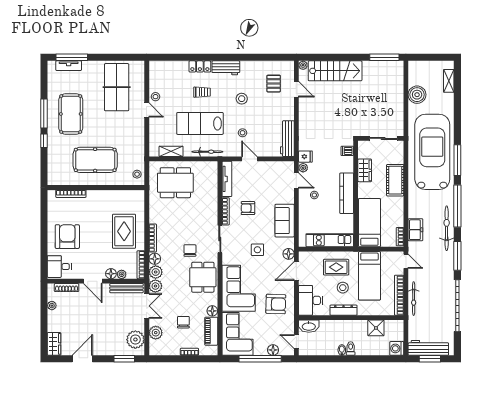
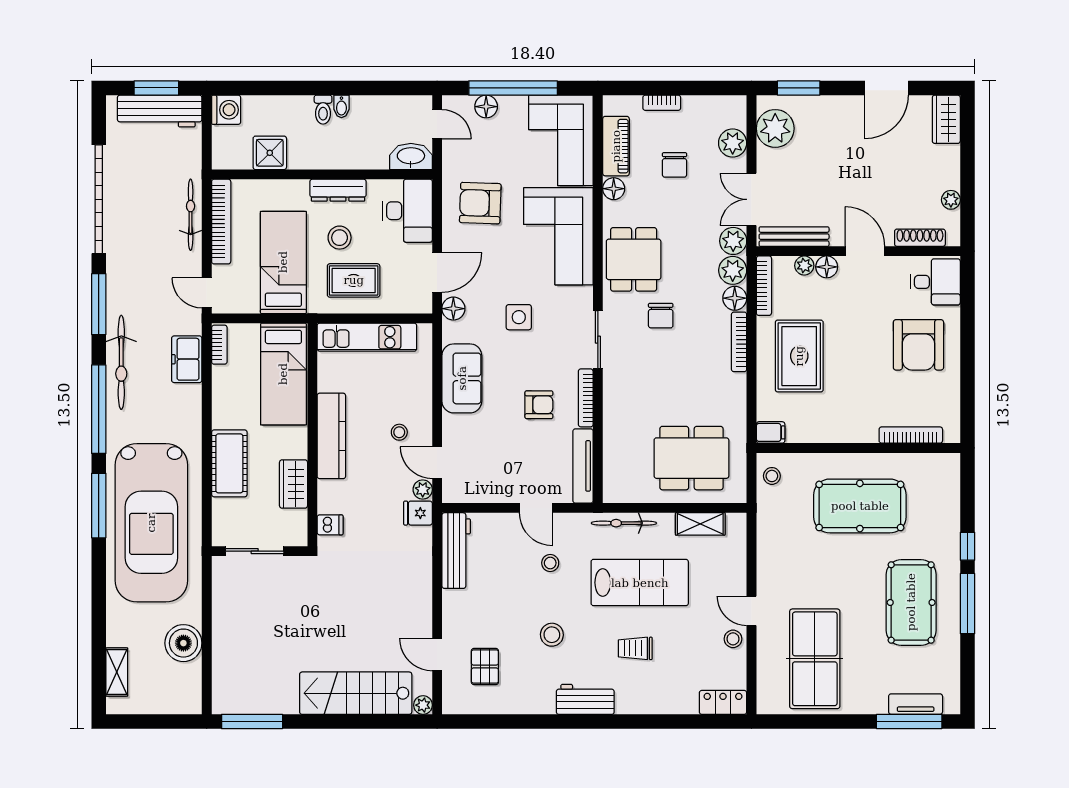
locker: (200, 66) -> (723, 702), moved
filing cabinet: (138, 195) -> (771, 432), added

